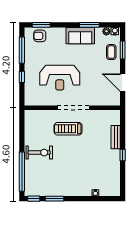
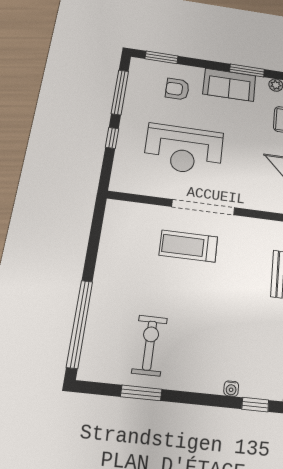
armchair: (40, 36) -> (177, 89), moved
exercise bike: (39, 153) -> (150, 345), moved, turned -90
window: (34, 199) -> (255, 405), moved

